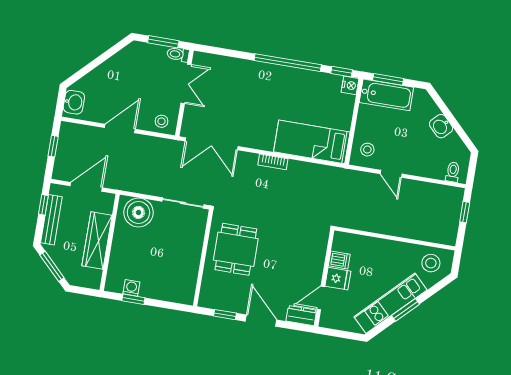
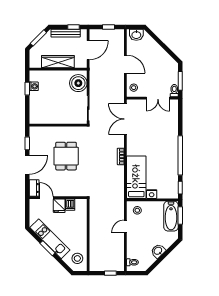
nightstand: (350, 85) -> (152, 194), moved
door: (86, 187) -> (88, 50), hinge flipped
dining table: (236, 249) -> (66, 156), moved, turned 90

